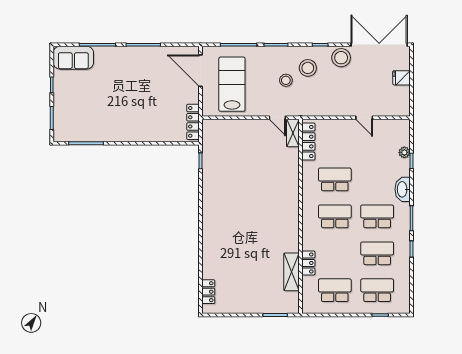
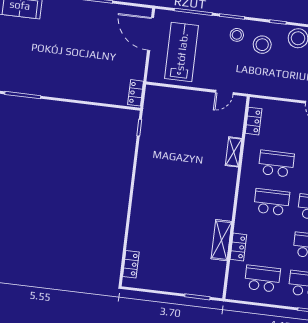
stool: (286, 80) -> (237, 35), moved
door: (277, 118) -> (224, 92), hinge flipped
locker: (193, 122) -> (136, 93), width x0.66
shelving: (293, 133) -> (234, 152), moved
locker: (308, 142) -> (254, 121), width x0.66
shelving: (292, 272) -> (221, 240), moved

